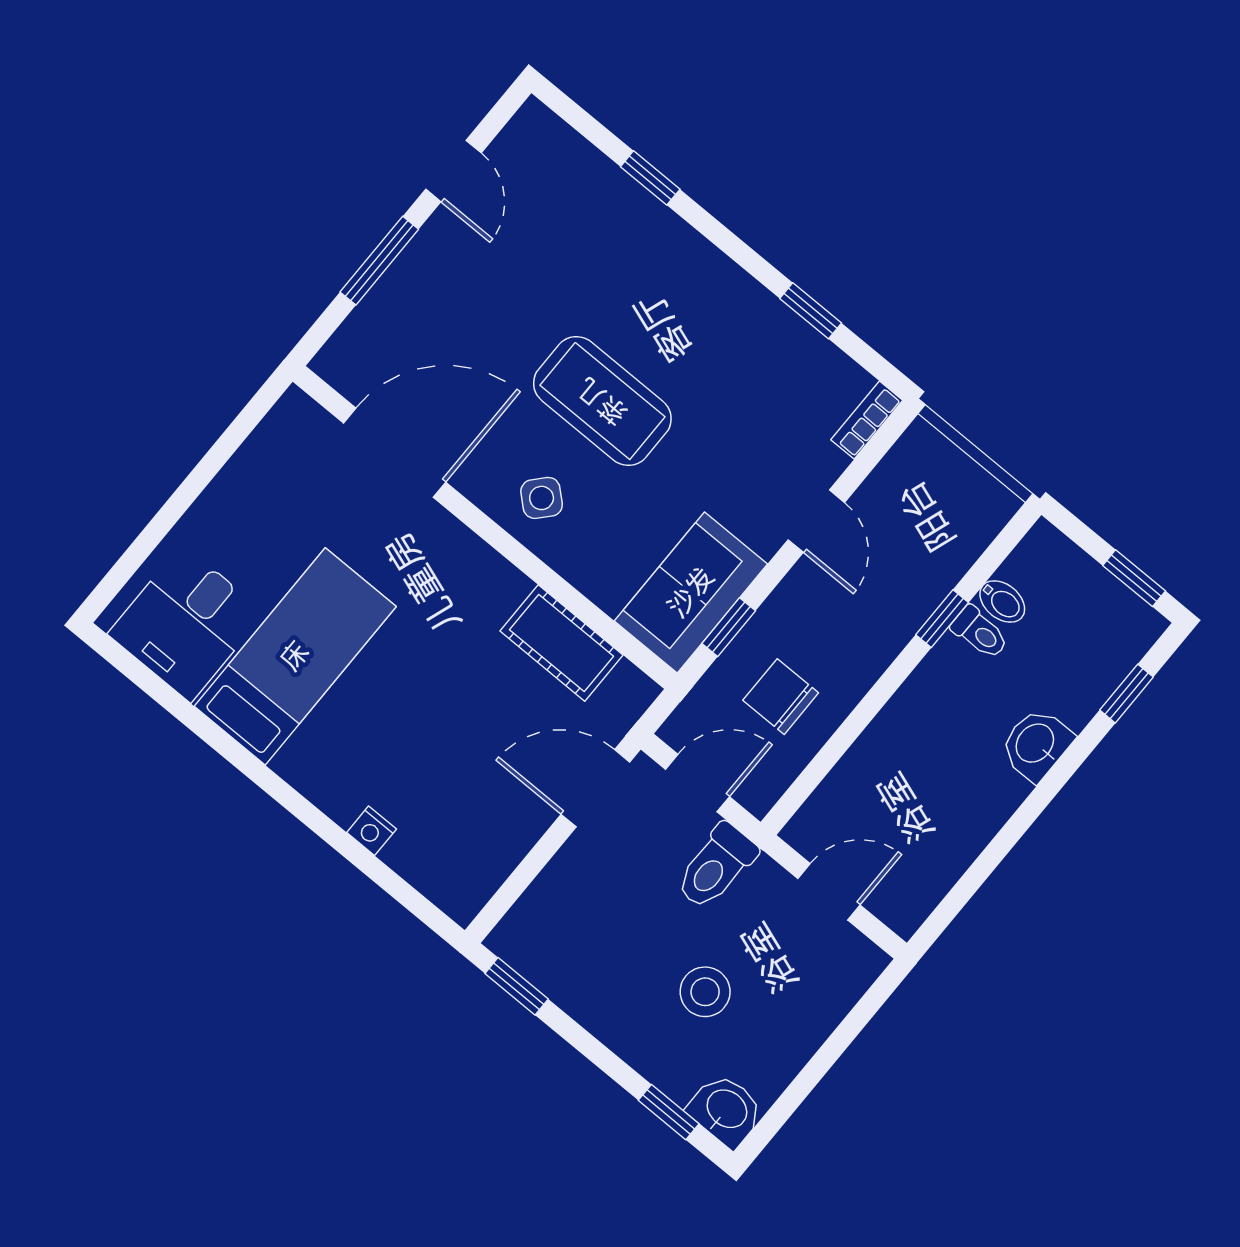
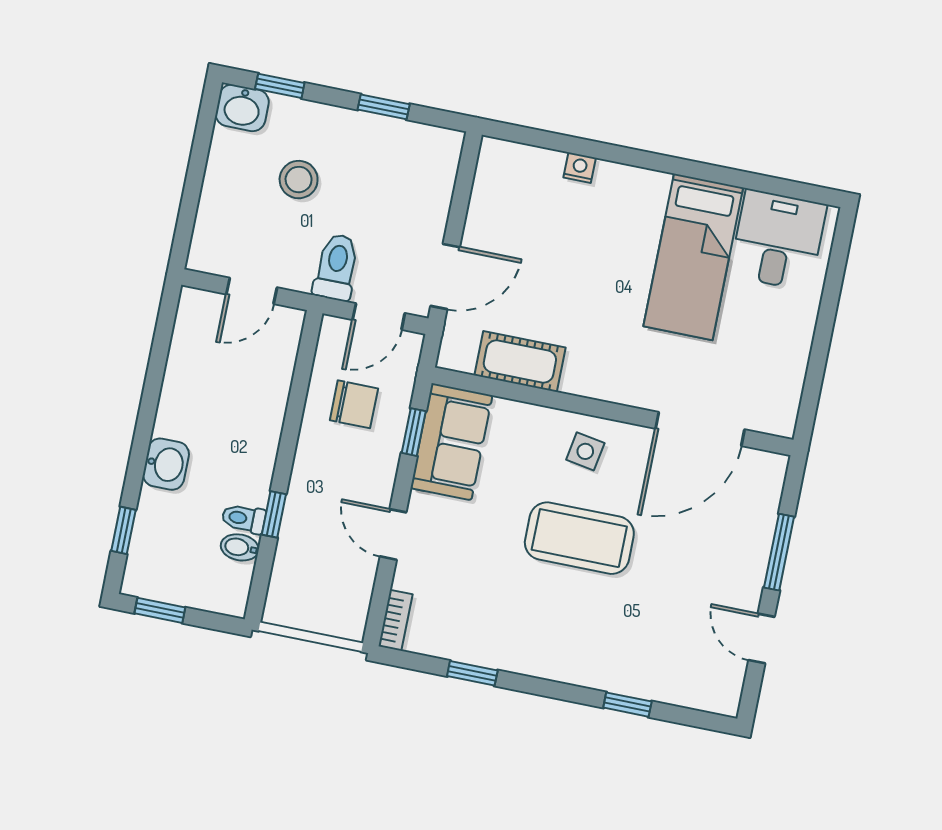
side table: (542, 498) -> (585, 451), turned -32
window: (517, 986) -> (384, 107), moved

